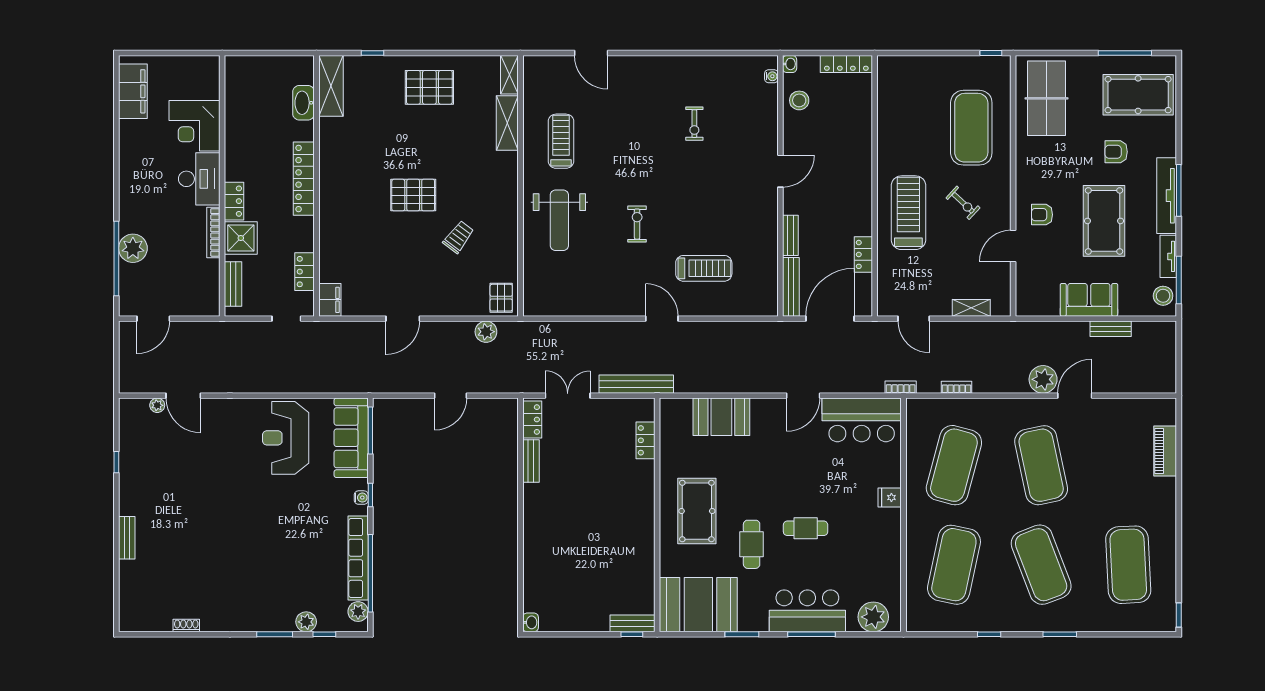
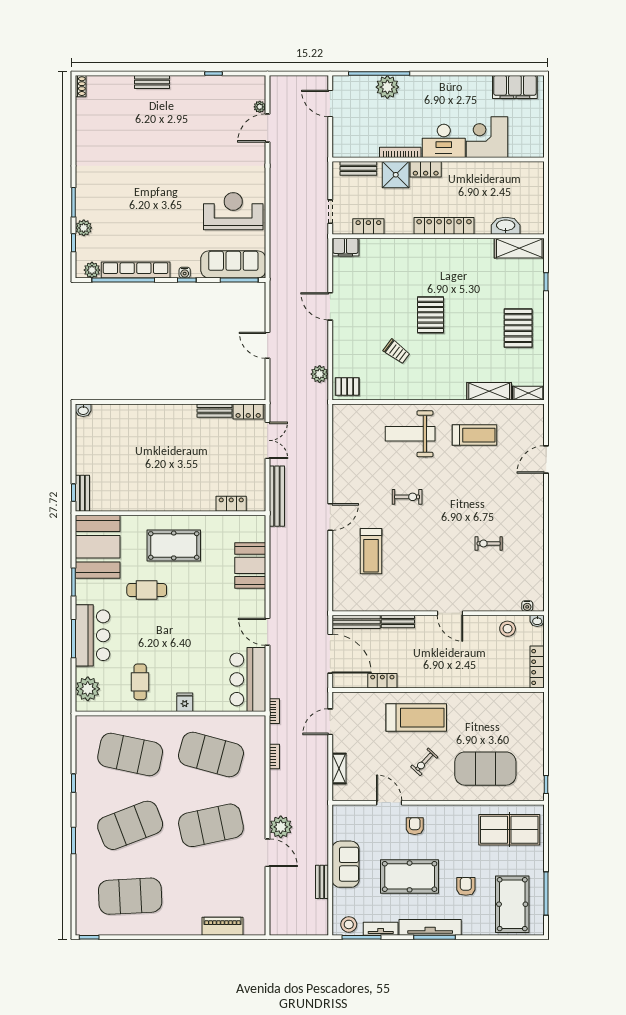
cafe table: (806, 528) -> (140, 682), moved
shoe rack: (186, 626) -> (81, 86), moved

